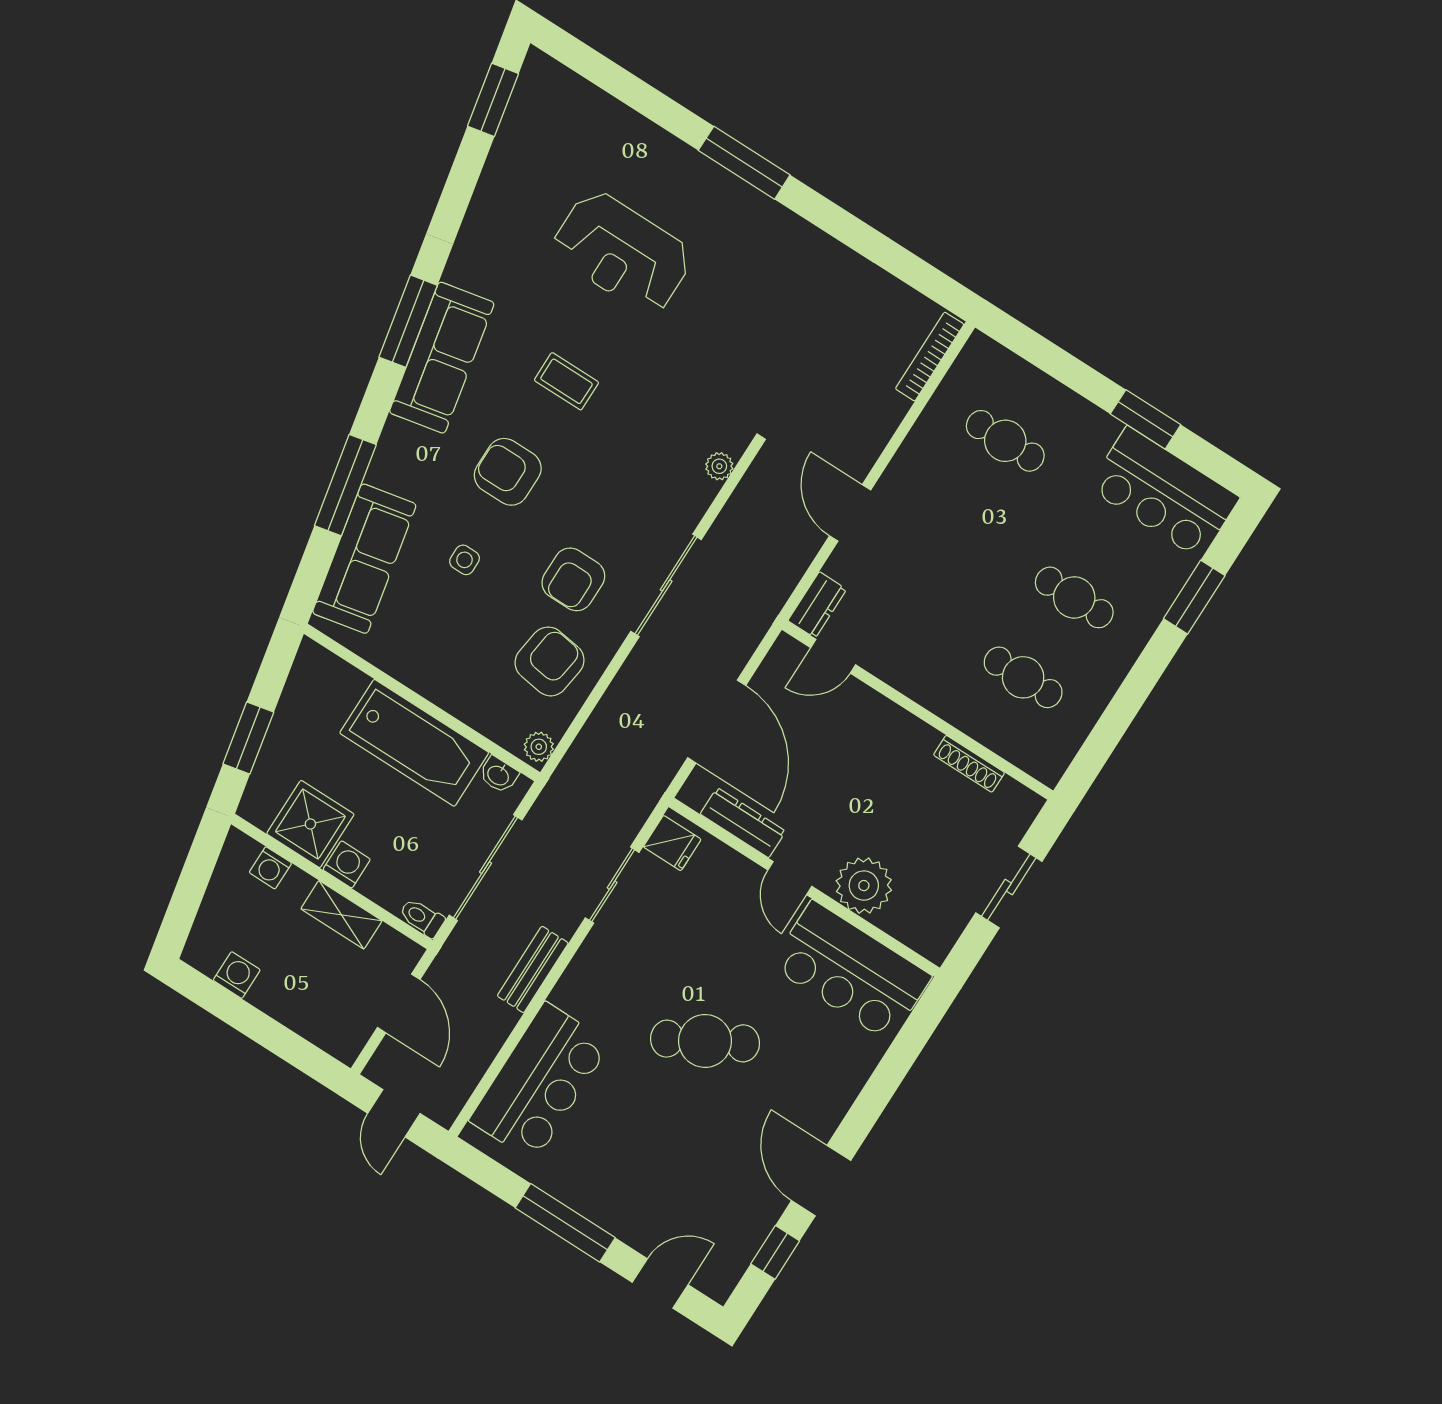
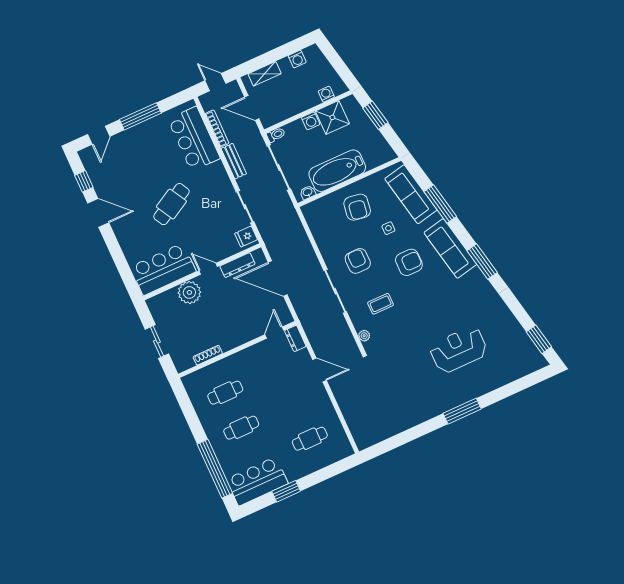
bookcase: (930, 357) -> (217, 128), moved
sofa: (442, 358) -> (450, 248), moved
coffee table: (566, 381) -> (381, 304), moved
window: (1194, 597) -> (215, 469), width x2.11
armchair: (549, 661) -> (357, 207), moved
plant: (539, 747) -> (308, 212), removed
shelving: (341, 915) -> (265, 74), moved

